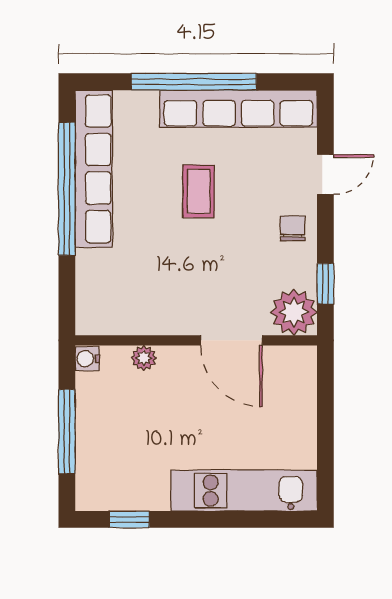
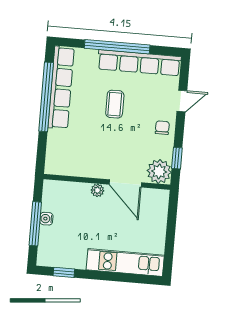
plant: (144, 358) -> (97, 190), moved
water cooler: (87, 359) -> (46, 219), moved

